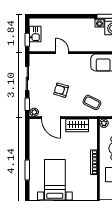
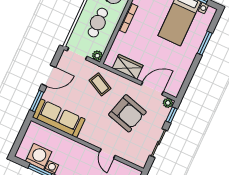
armchair: (61, 90) -> (127, 113), width x1.88, depth x1.88
door: (51, 118) -> (152, 88), hinge flipped

